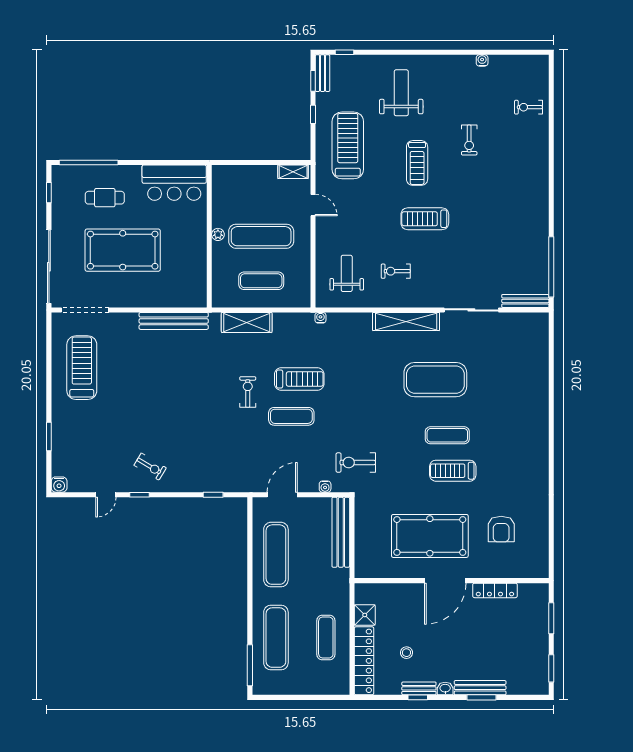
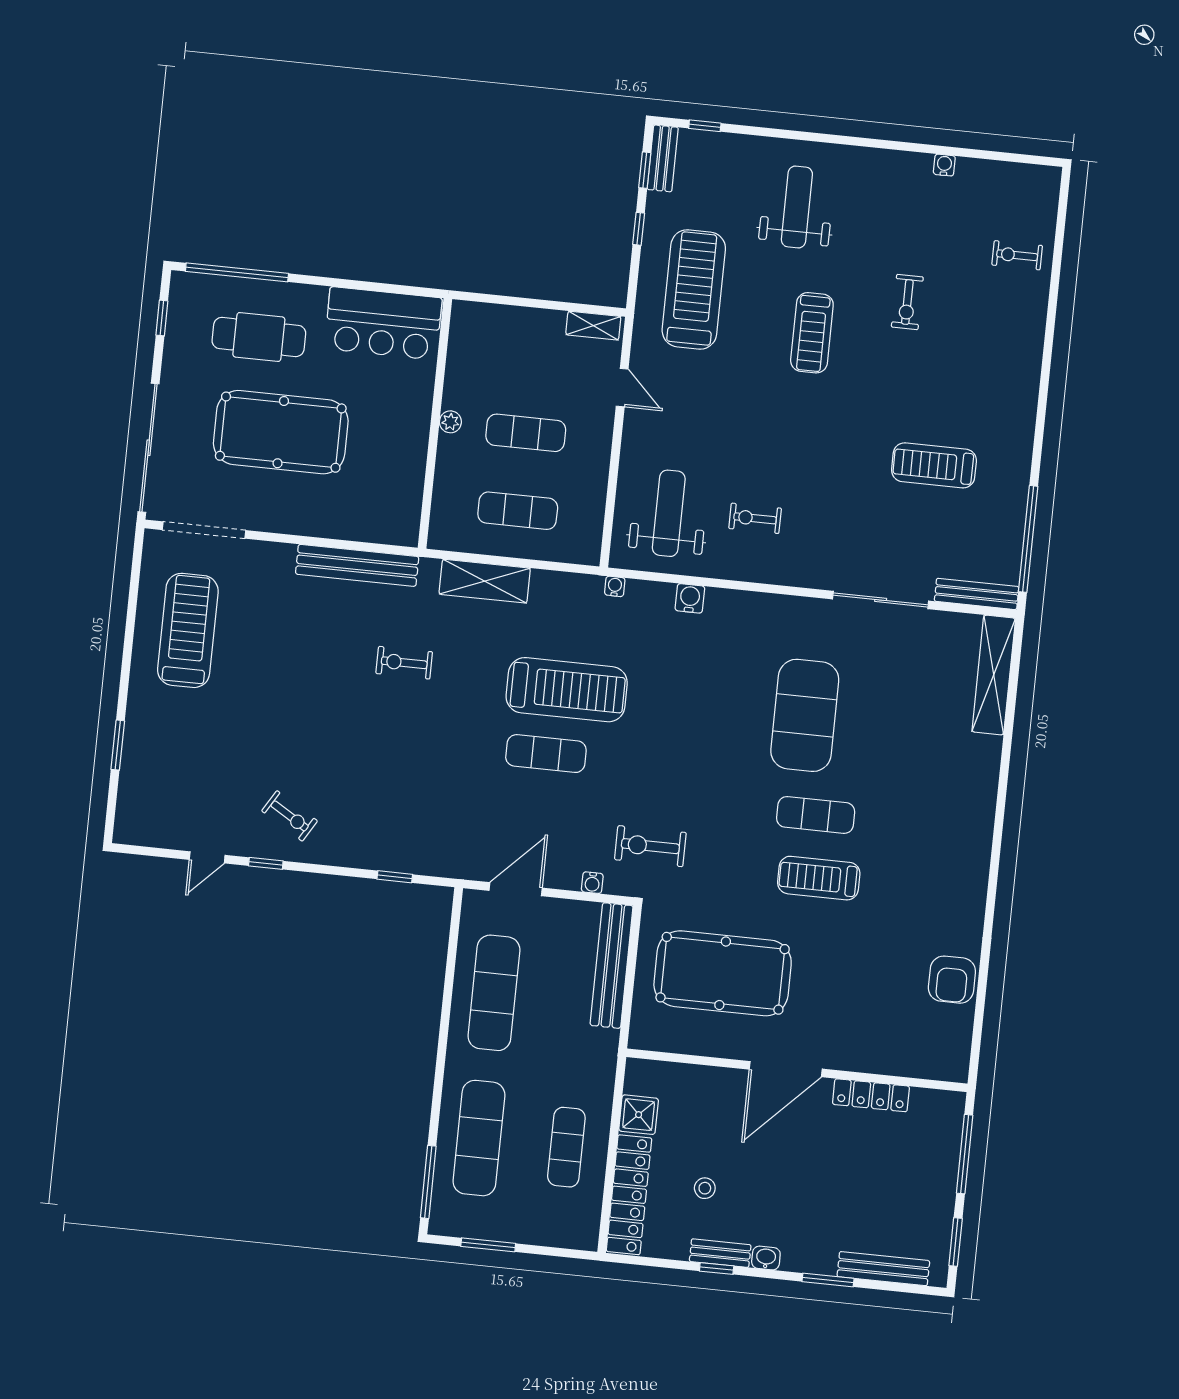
cafe table: (105, 198) -> (259, 337), width x1.37, depth x1.35
treadmill: (425, 219) -> (934, 465), moved
exercise mat: (261, 236) -> (526, 433), width x0.73, depth x0.69
weight bench: (347, 273) -> (669, 513), width x1.36, depth x1.33
shelving: (406, 321) -> (994, 675), moved, turned 90
treadmill: (299, 379) -> (567, 690), width x1.37, depth x1.38
exercise mat: (435, 380) -> (805, 715), turned 90
exercise bike: (248, 392) -> (404, 663), moved, turned -90
water cooler: (59, 485) -> (690, 598), moved, turned 180
armchair: (501, 529) -> (952, 980), moved
pool table: (430, 536) -> (723, 973), moved
window: (551, 618) -> (965, 1154), width x1.44
bench: (480, 688) -> (883, 1269), moved
window: (287, 697) -> (488, 1245), added

